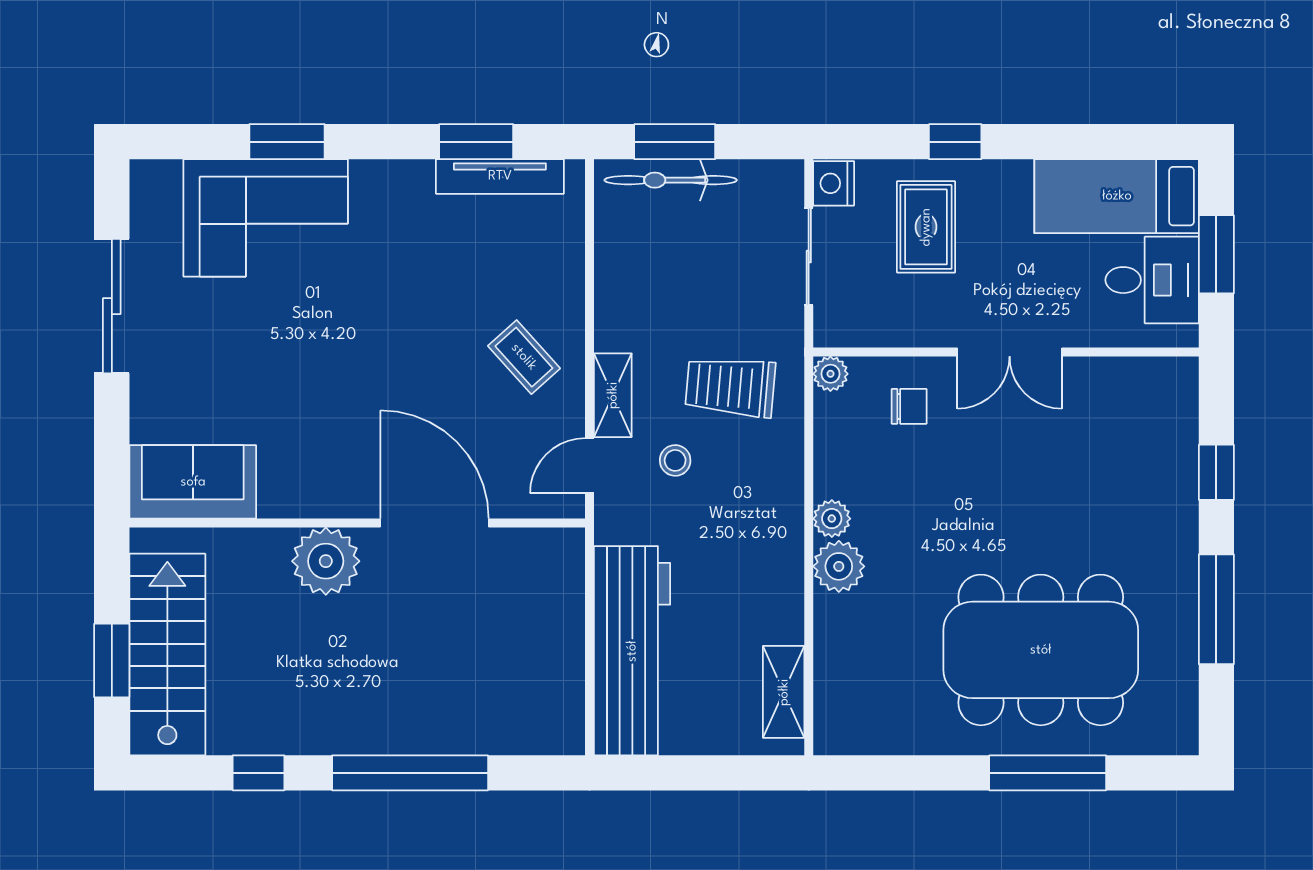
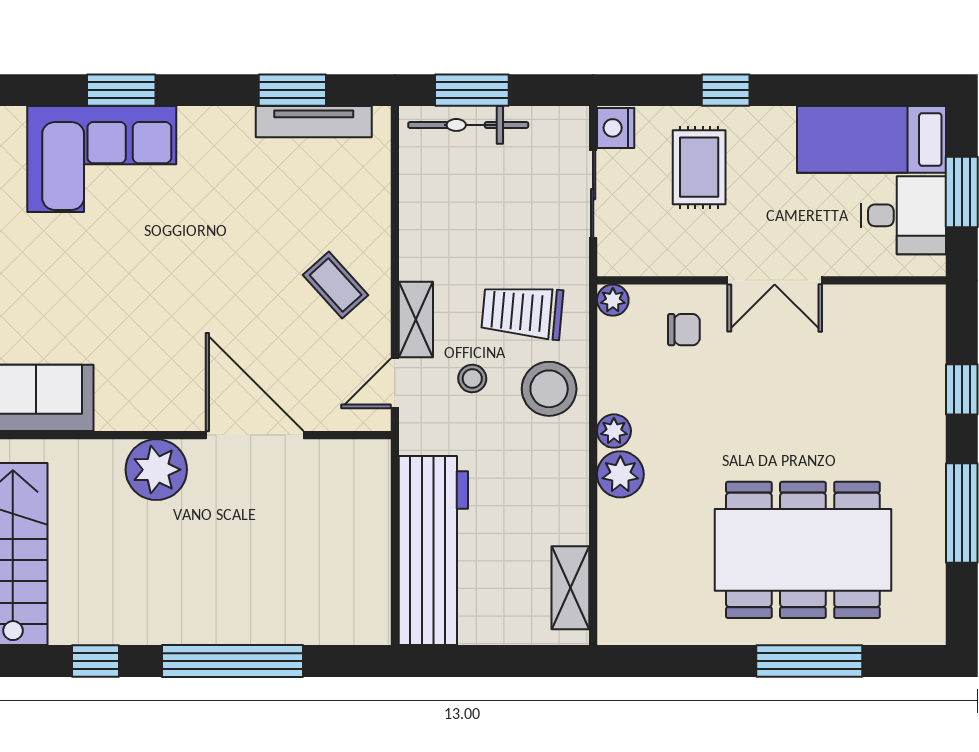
stool: (760, 472) -> (549, 389), added

